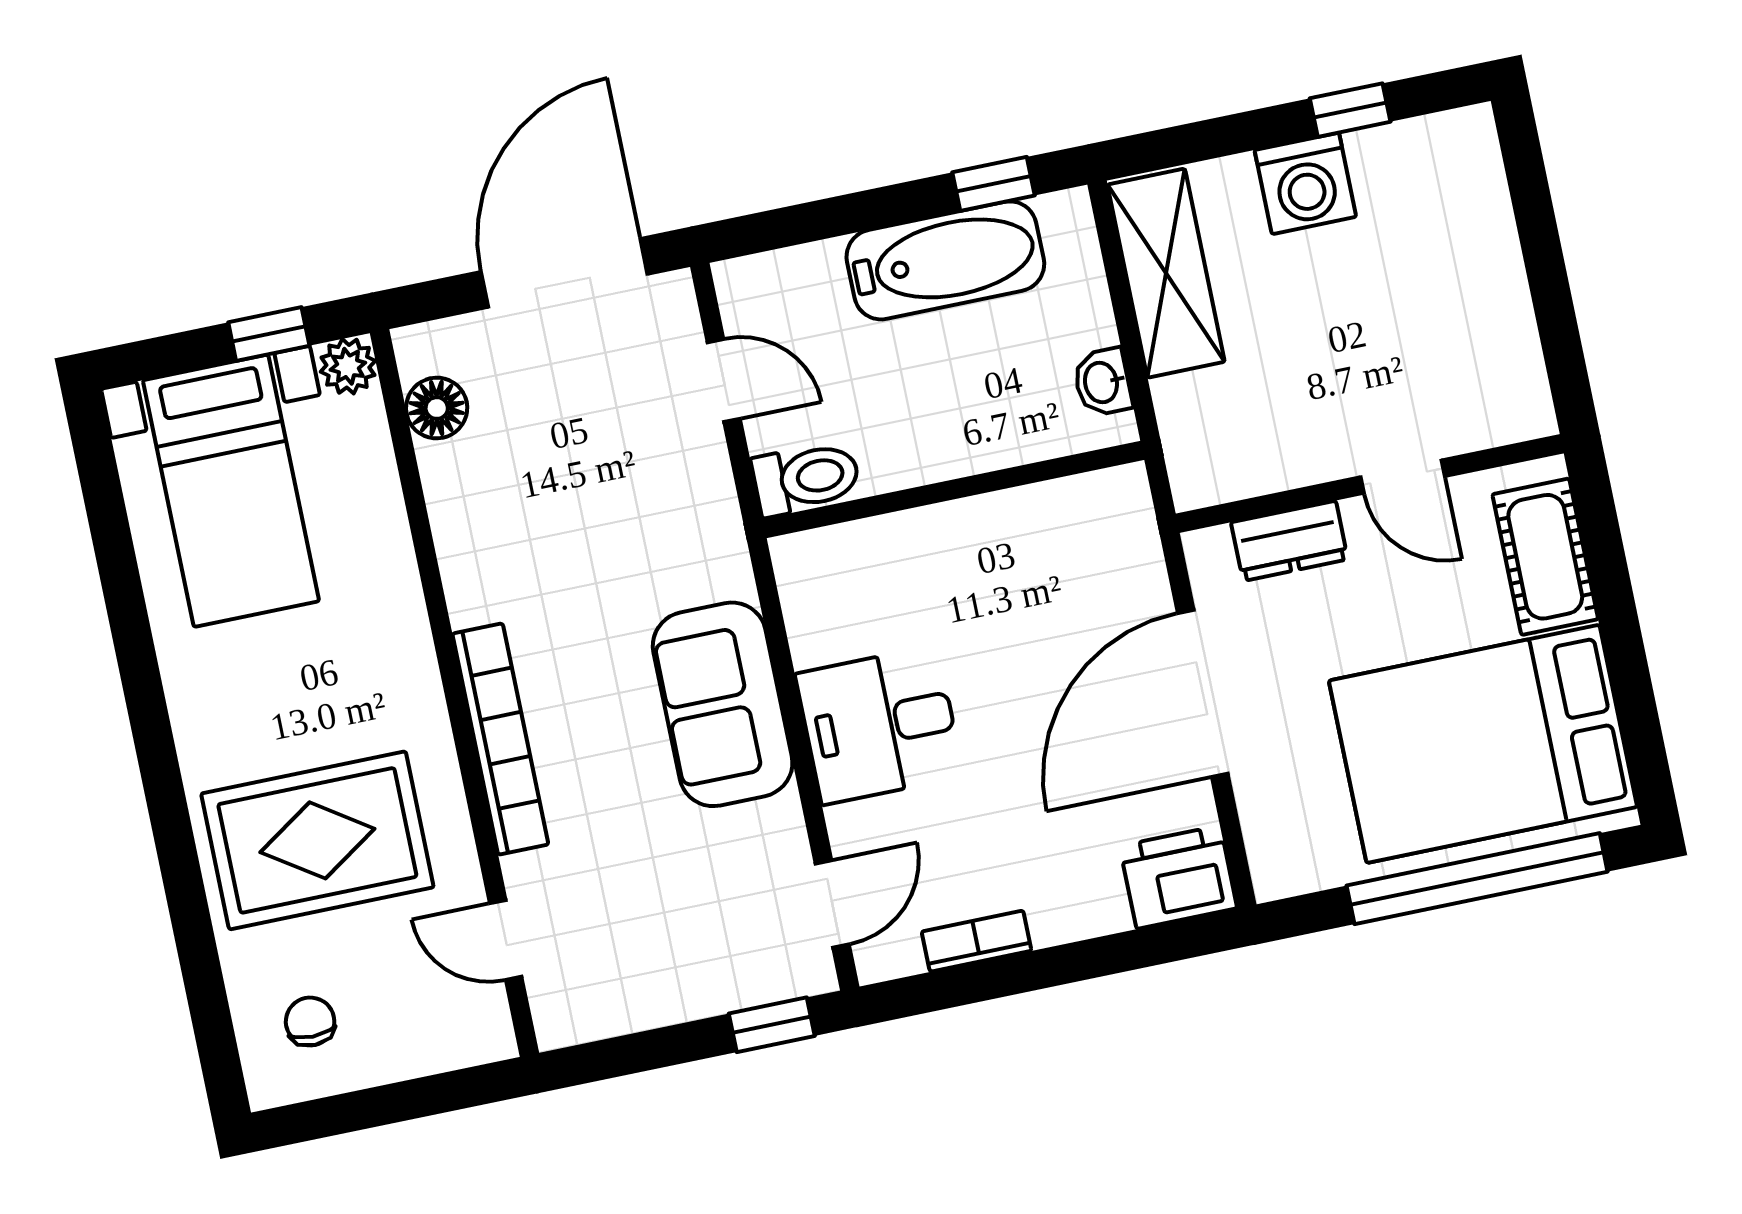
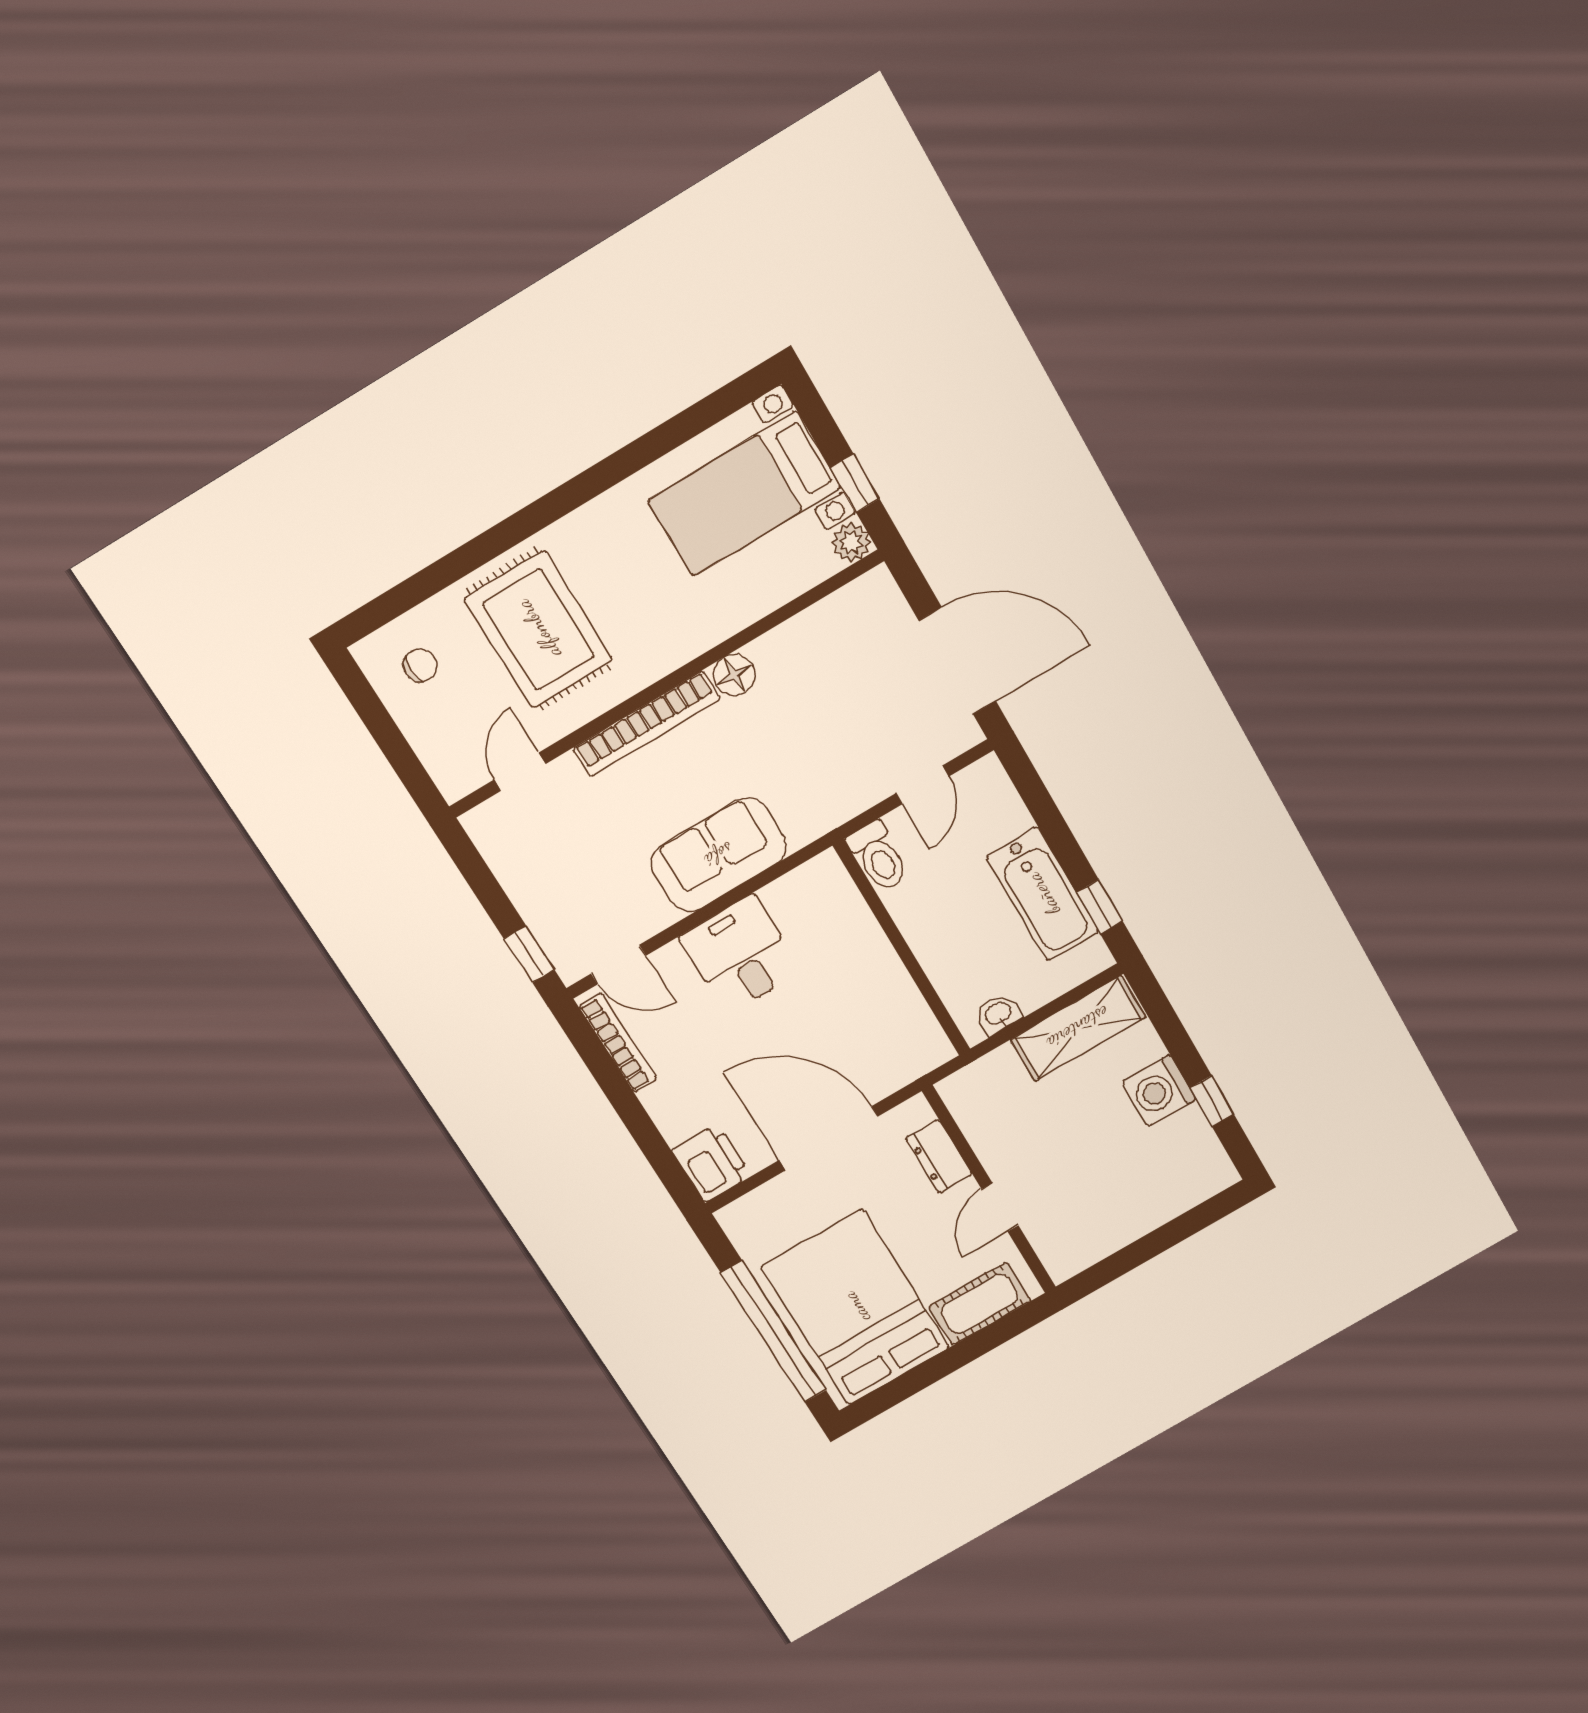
floor lamp: (437, 408) -> (734, 675), moved
bookcase: (977, 941) -> (618, 1043), width x1.56

